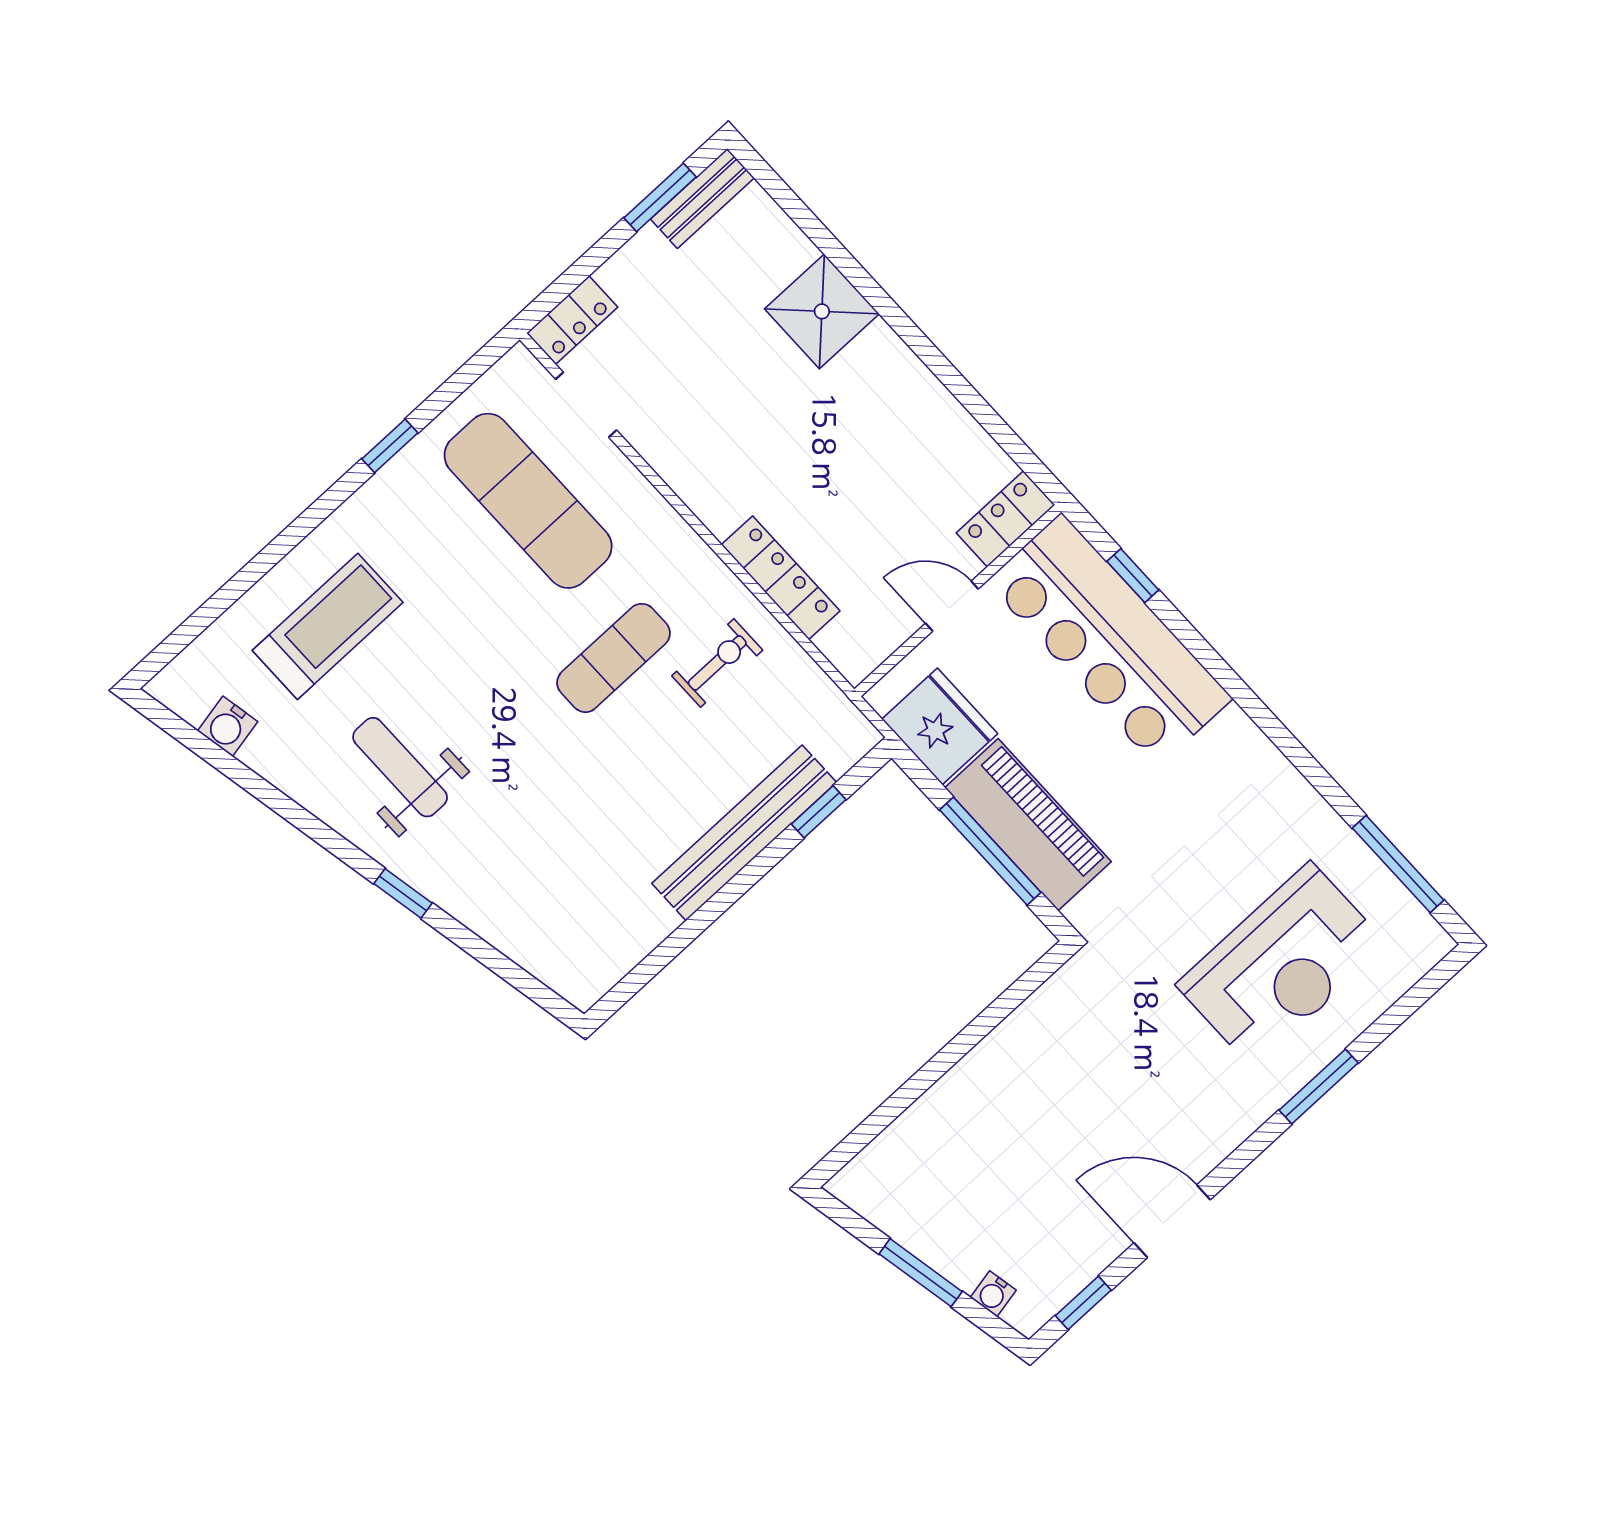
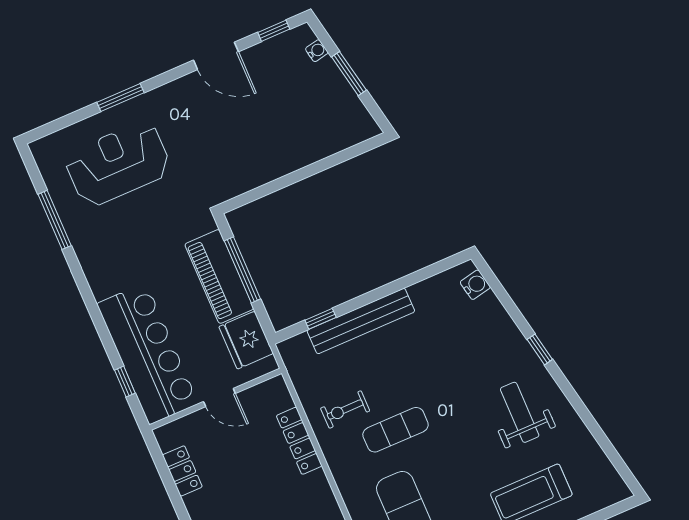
locker: (1006, 519) -> (182, 471), moved, turned -90
water cooler: (228, 726) -> (475, 285), moved
weight bench: (400, 767) -> (520, 412), turned 180
window: (1398, 864) -> (55, 220), moved

